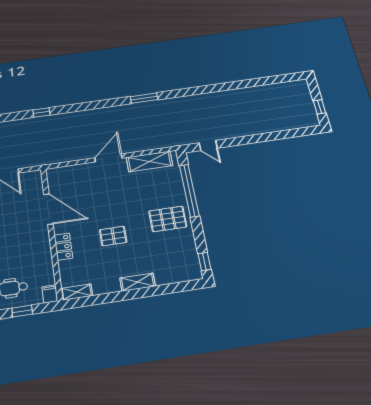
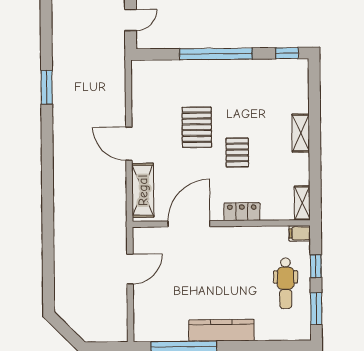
window: (41, 113) -> (48, 218), removed
shelving: (149, 161) -> (143, 190), moved
window: (189, 190) -> (216, 54), moved
pallet: (168, 219) -> (197, 127), moved

